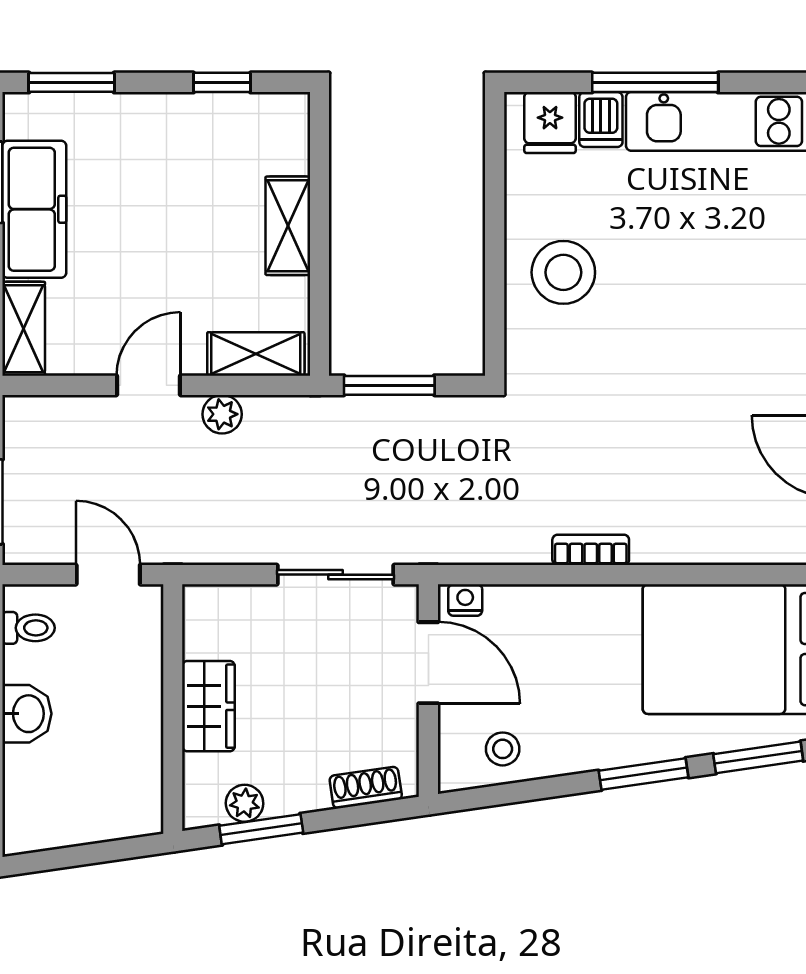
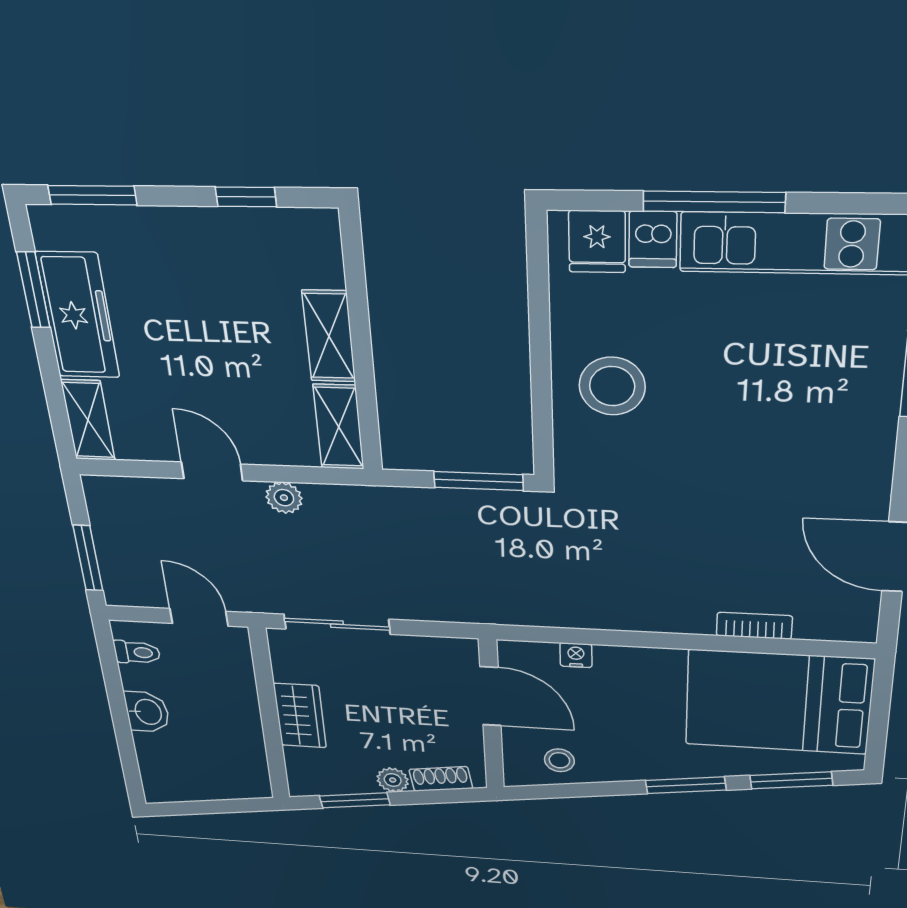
shelving: (256, 354) -> (339, 427), moved, turned 90
door: (149, 385) -> (212, 471), hinge flipped
window: (389, 385) -> (479, 481), moved
bookcase: (591, 550) -> (754, 626), moved
sliding door: (335, 575) -> (337, 624), moved
nightstand: (465, 600) -> (576, 655), moved
plant: (245, 803) -> (393, 780), moved

